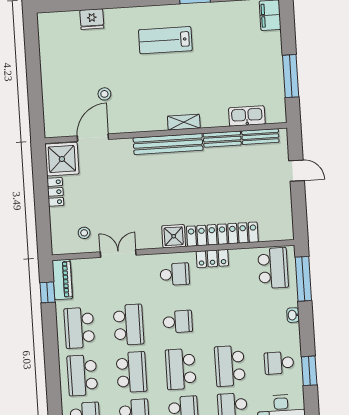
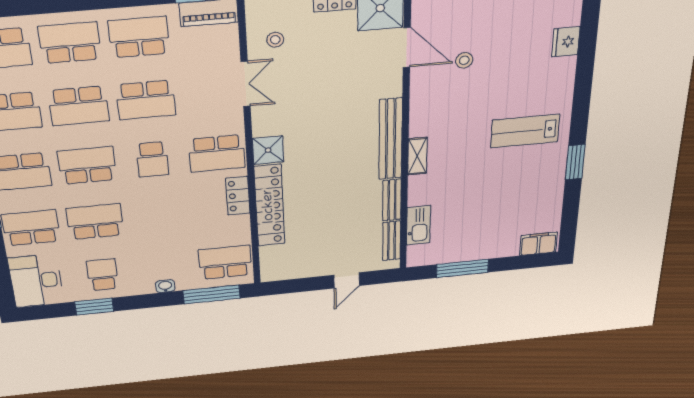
lab bench: (165, 40) -> (525, 131), turned -90
school desk: (273, 268) -> (225, 262), turned 180
school desk: (175, 274) -> (217, 153), width x1.85

